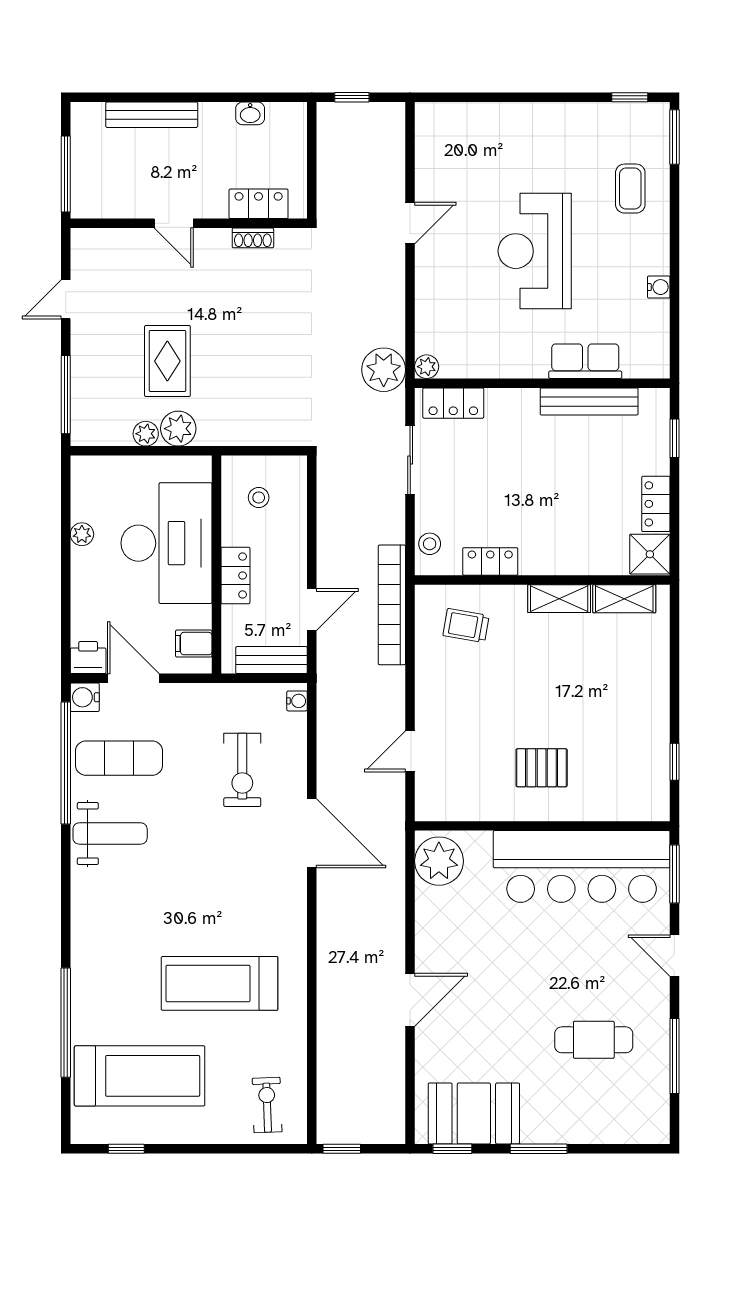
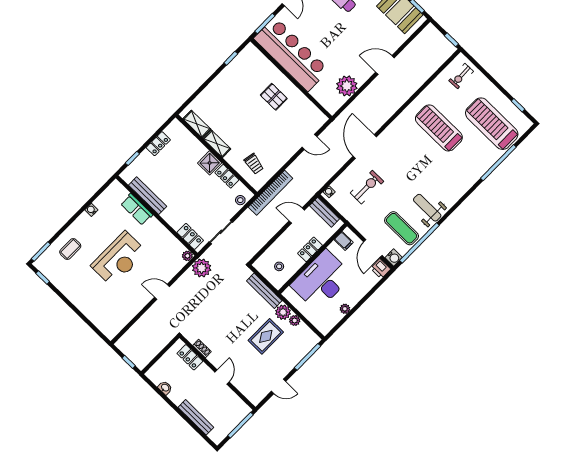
door: (410, 223) -> (162, 292), moved
bench: (244, 433) -> (264, 291), added
shower: (650, 554) -> (210, 163), moved
plant: (439, 861) -> (347, 86), moved
treadmill: (220, 983) -> (439, 128), turned 180

